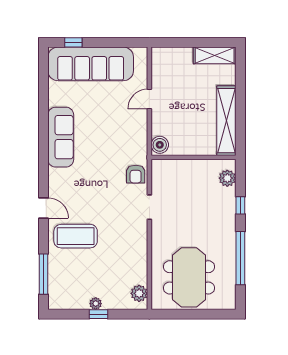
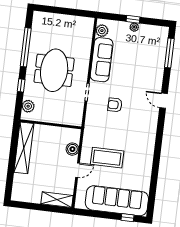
shelving: (215, 55) -> (57, 200), moved
sofa: (61, 137) -> (102, 60), moved, turned 180
boiler: (160, 145) -> (72, 149), moved
armchair: (136, 174) -> (115, 105), moved, turned -90
coffee table: (76, 236) -> (107, 158), moved
meeting table: (189, 277) -> (54, 70), moved

